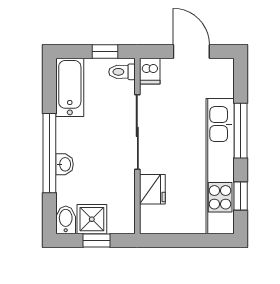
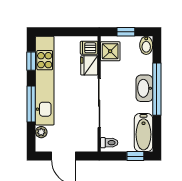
window: (105, 51) -> (135, 156), moved
dishwasher: (150, 71) -> (89, 48), moved, turned -90
plant: (225, 88) -> (41, 132), added
washbasin: (65, 164) -> (144, 88), width x1.91, depth x1.45
shower: (92, 219) -> (110, 51), moved

